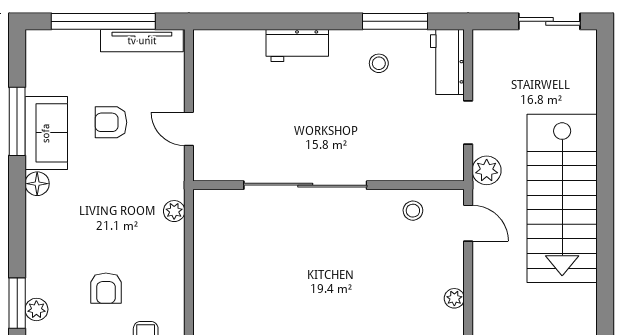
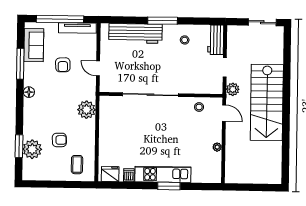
window: (395, 21) -> (163, 21), moved
workbench: (297, 45) -> (135, 33), width x1.88, depth x1.32
armchair: (111, 122) -> (63, 65), turned -92
sofa: (46, 133) -> (34, 45), moved
plant: (174, 211) -> (87, 110), width x1.87, depth x1.87
armchair: (106, 288) -> (59, 140), turned -92
plant: (36, 309) -> (32, 149), width x1.87, depth x1.87

